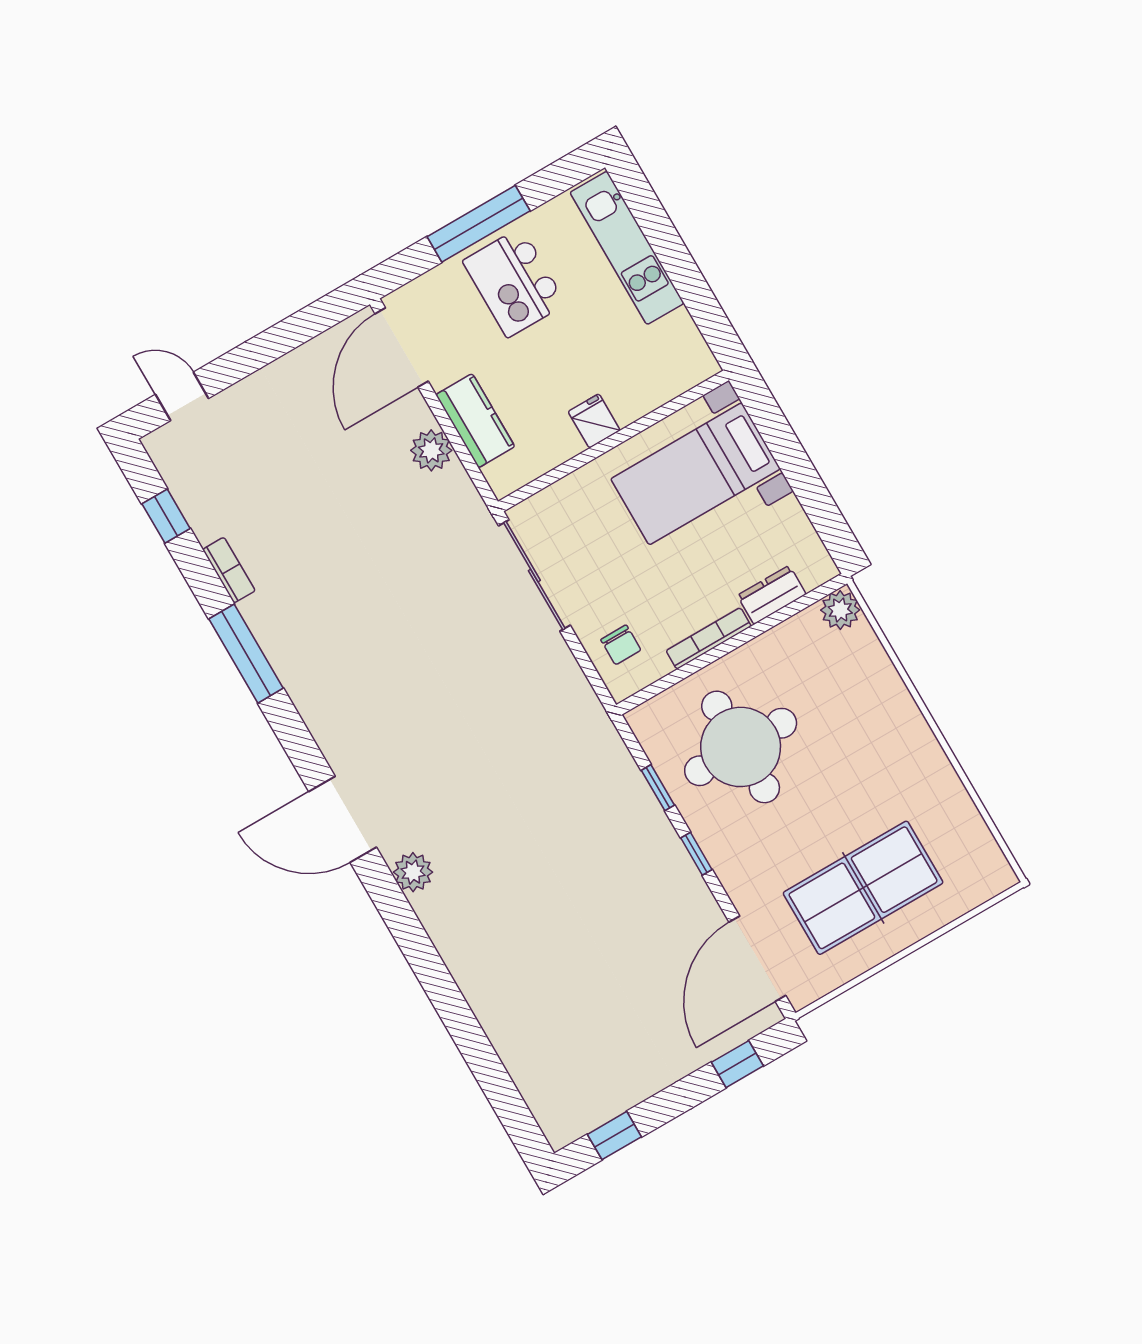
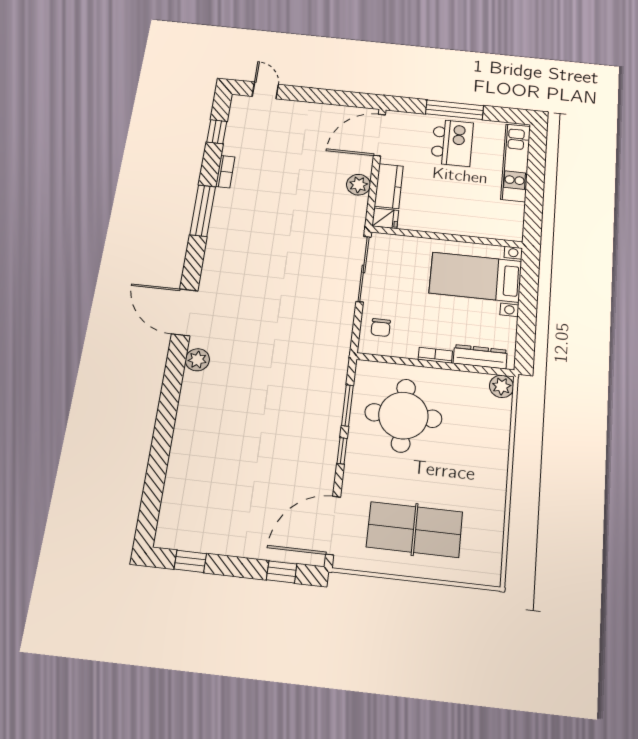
kitchen island: (514, 282) -> (452, 143), turned 180
fridge: (594, 421) -> (385, 218), moved, turned 90
dresser: (772, 595) -> (480, 357), width x1.44
bookcase: (709, 638) -> (435, 355), width x0.64
window: (658, 788) -> (347, 406), width x1.50

